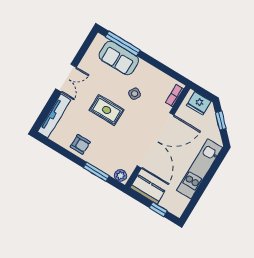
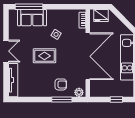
window: (221, 120) -> (122, 18), removed
armchair: (80, 144) -> (61, 84), moved
kitchen counter: (147, 189) -> (102, 91), removed

